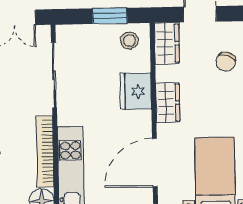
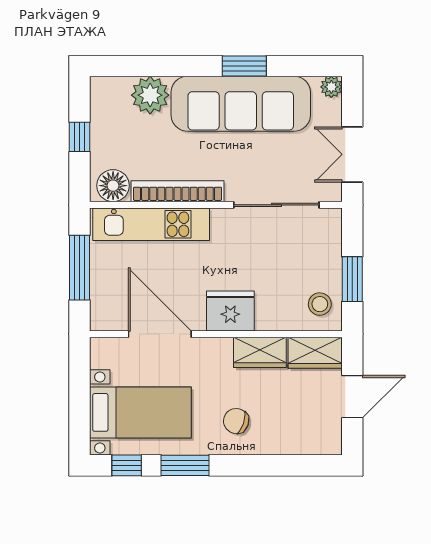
chair: (226, 62) -> (236, 421), moved
fridge: (136, 91) -> (230, 311), moved
wardrobe: (168, 103) -> (260, 352), moved

